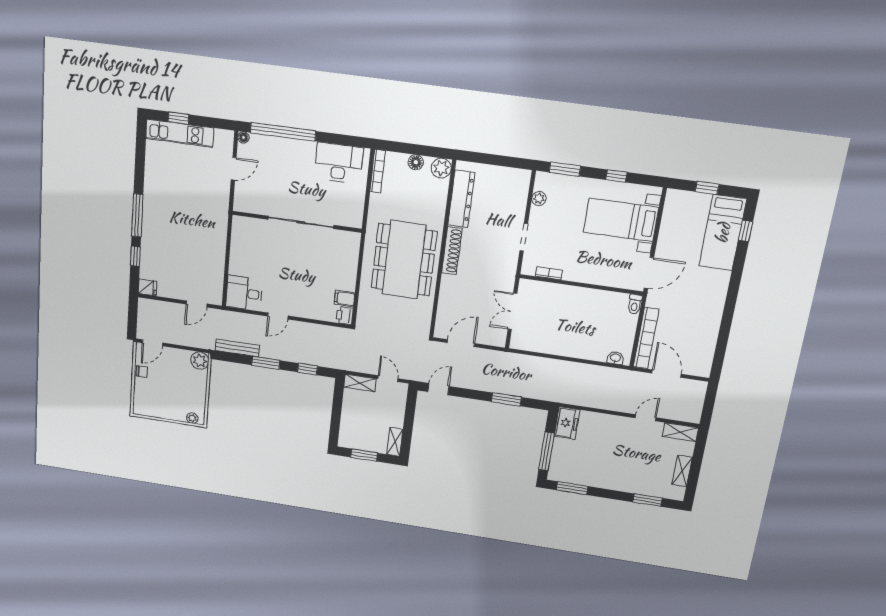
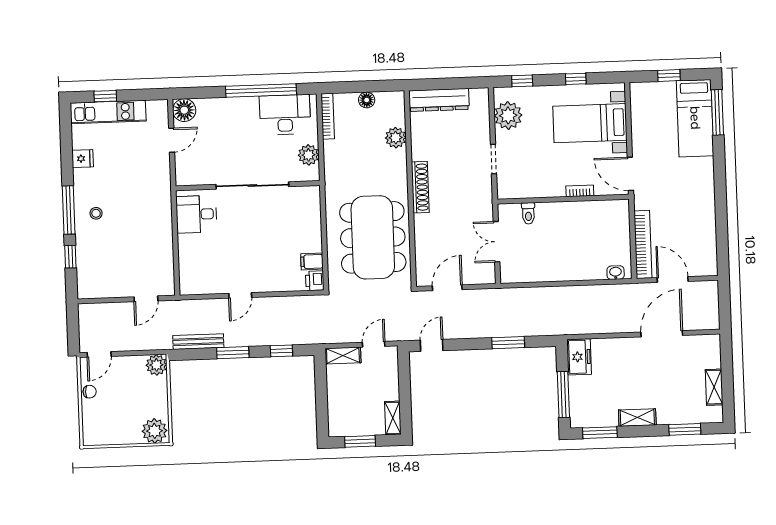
window: (283, 132) -> (261, 90), moved
floor lamp: (243, 137) -> (184, 110), width x1.89, depth x1.89
plant: (441, 168) -> (396, 138), moved
window: (565, 169) -> (522, 81), width x0.67
dresser: (461, 199) -> (439, 100), moved, turned 90
plant: (539, 199) -> (508, 115), width x1.87, depth x1.87
plant: (355, 204) -> (308, 155), added
stool: (161, 223) -> (96, 213), added
window: (746, 231) -> (717, 112), width x2.17
dining table: (404, 260) -> (373, 237), moved
bookcase: (549, 273) -> (580, 191), moved
door: (649, 273) -> (630, 174), swing flipped
fridge: (147, 287) -> (83, 159), moved
desk: (244, 293) -> (196, 214), moved
toilet: (635, 304) -> (528, 213), moved
door: (388, 379) -> (374, 344), hinge flipped
plant: (192, 418) -> (154, 431), width x1.88, depth x1.88
door: (646, 418) -> (662, 334), width x1.87
shelving: (680, 432) -> (637, 417), moved

